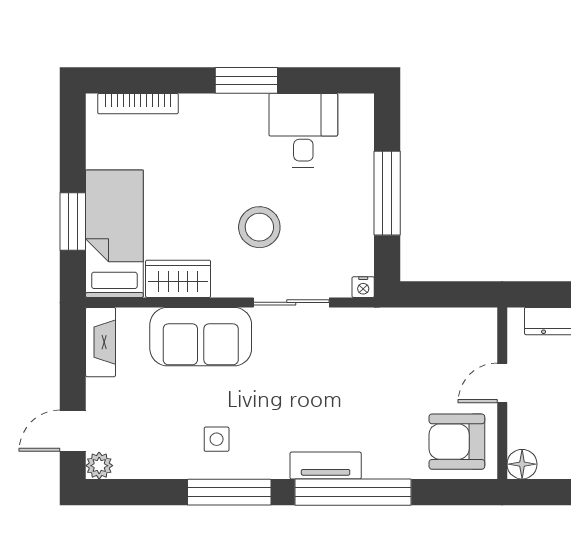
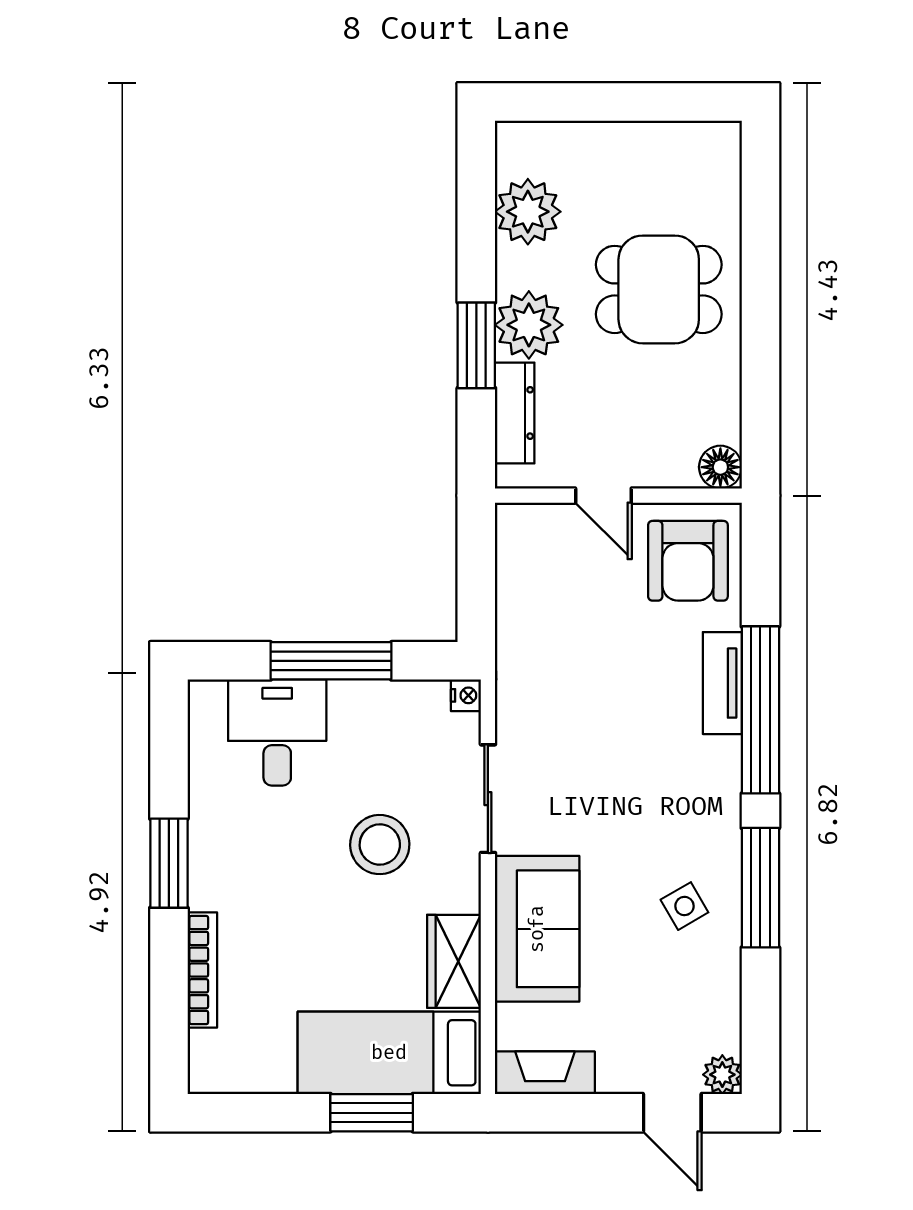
bookcase: (138, 104) -> (202, 970), moved
desk: (303, 130) -> (277, 733), moved, turned 90
side table: (217, 439) -> (684, 906), turned -30
tv unit: (326, 466) -> (722, 683), moved

